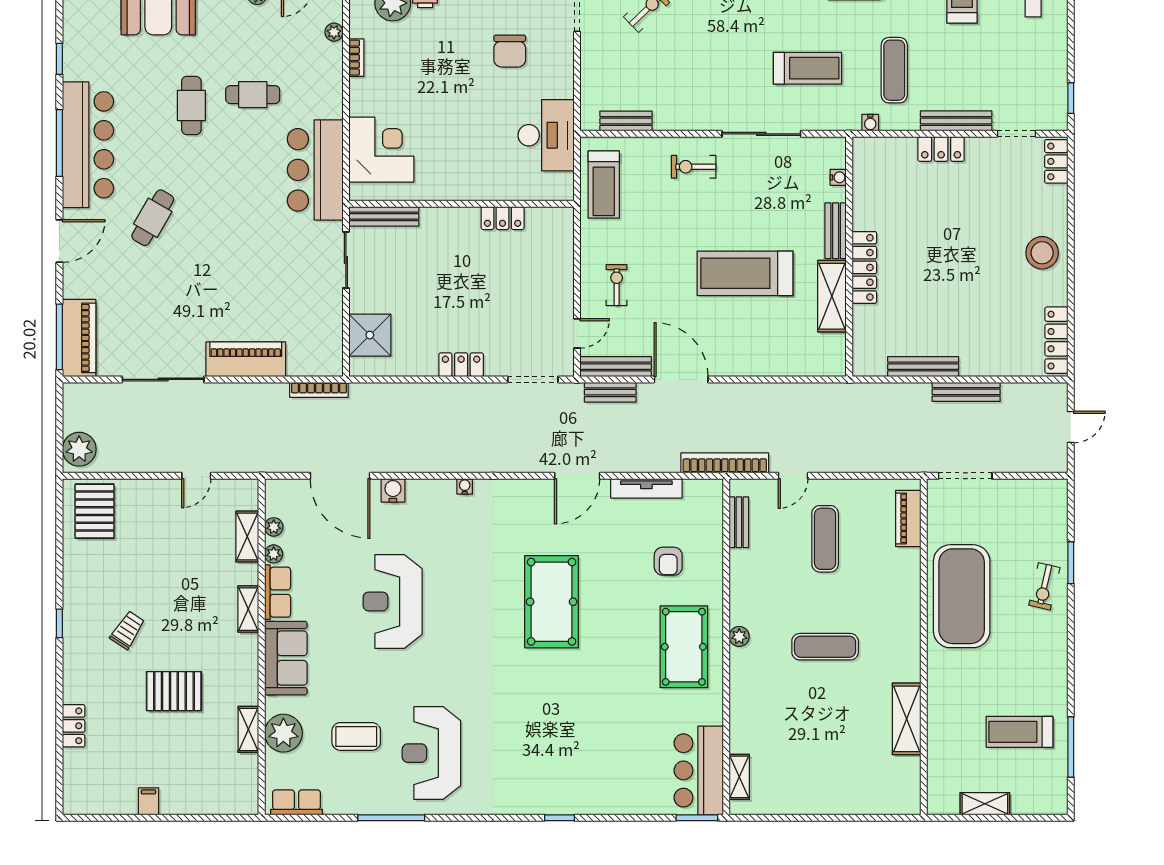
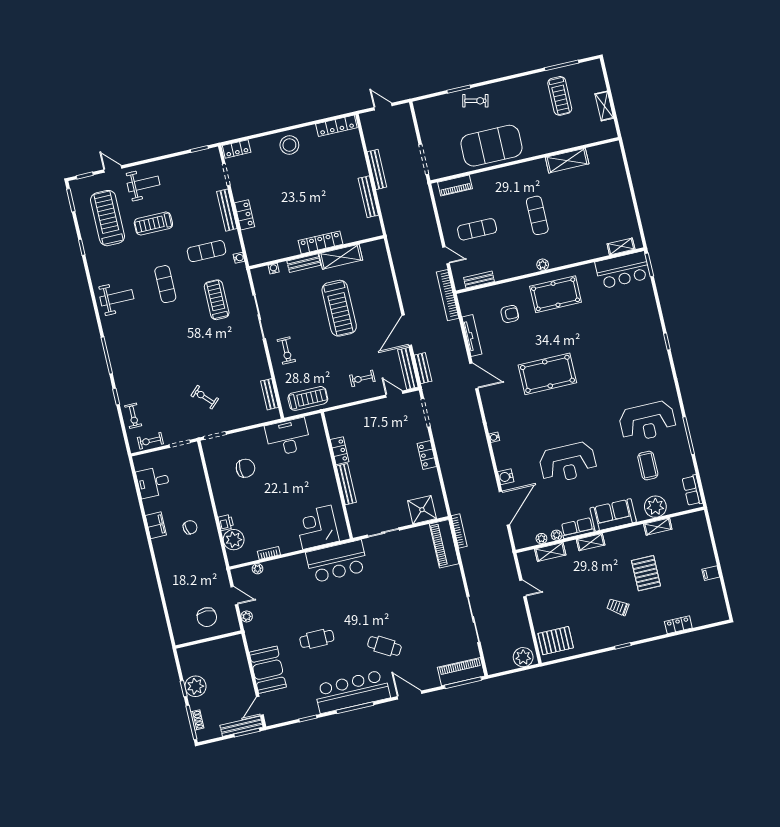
cafe table: (253, 95) -> (303, 606), removed
bench: (384, 216) -> (346, 484), moved
piano: (246, 359) -> (444, 544), moved

